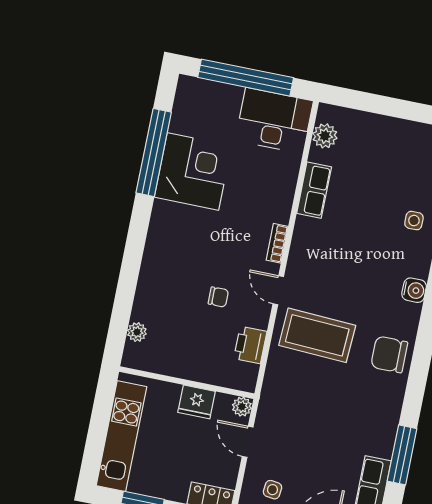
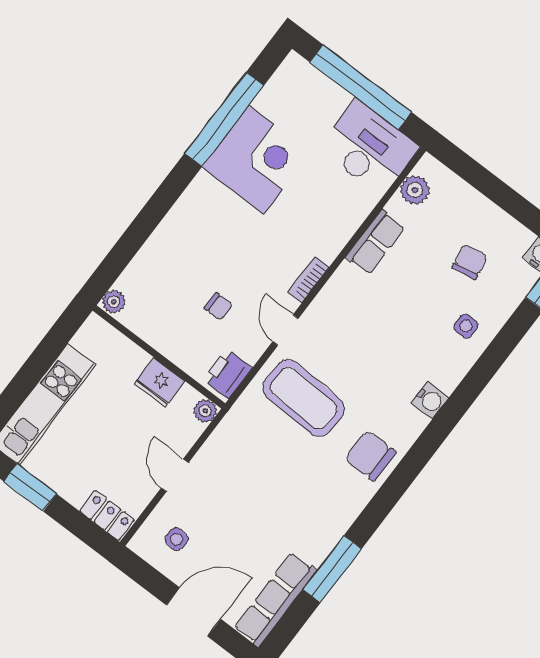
chair: (393, 170) -> (470, 262), added
wall: (187, 383) -> (159, 357), moved
fridge: (197, 402) -> (159, 382), moved
plant: (242, 407) -> (205, 411), moved

